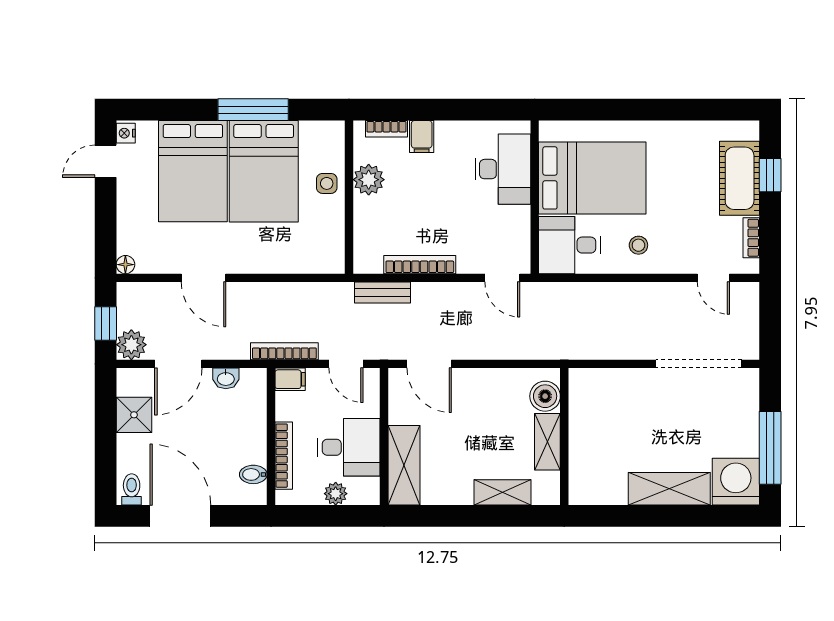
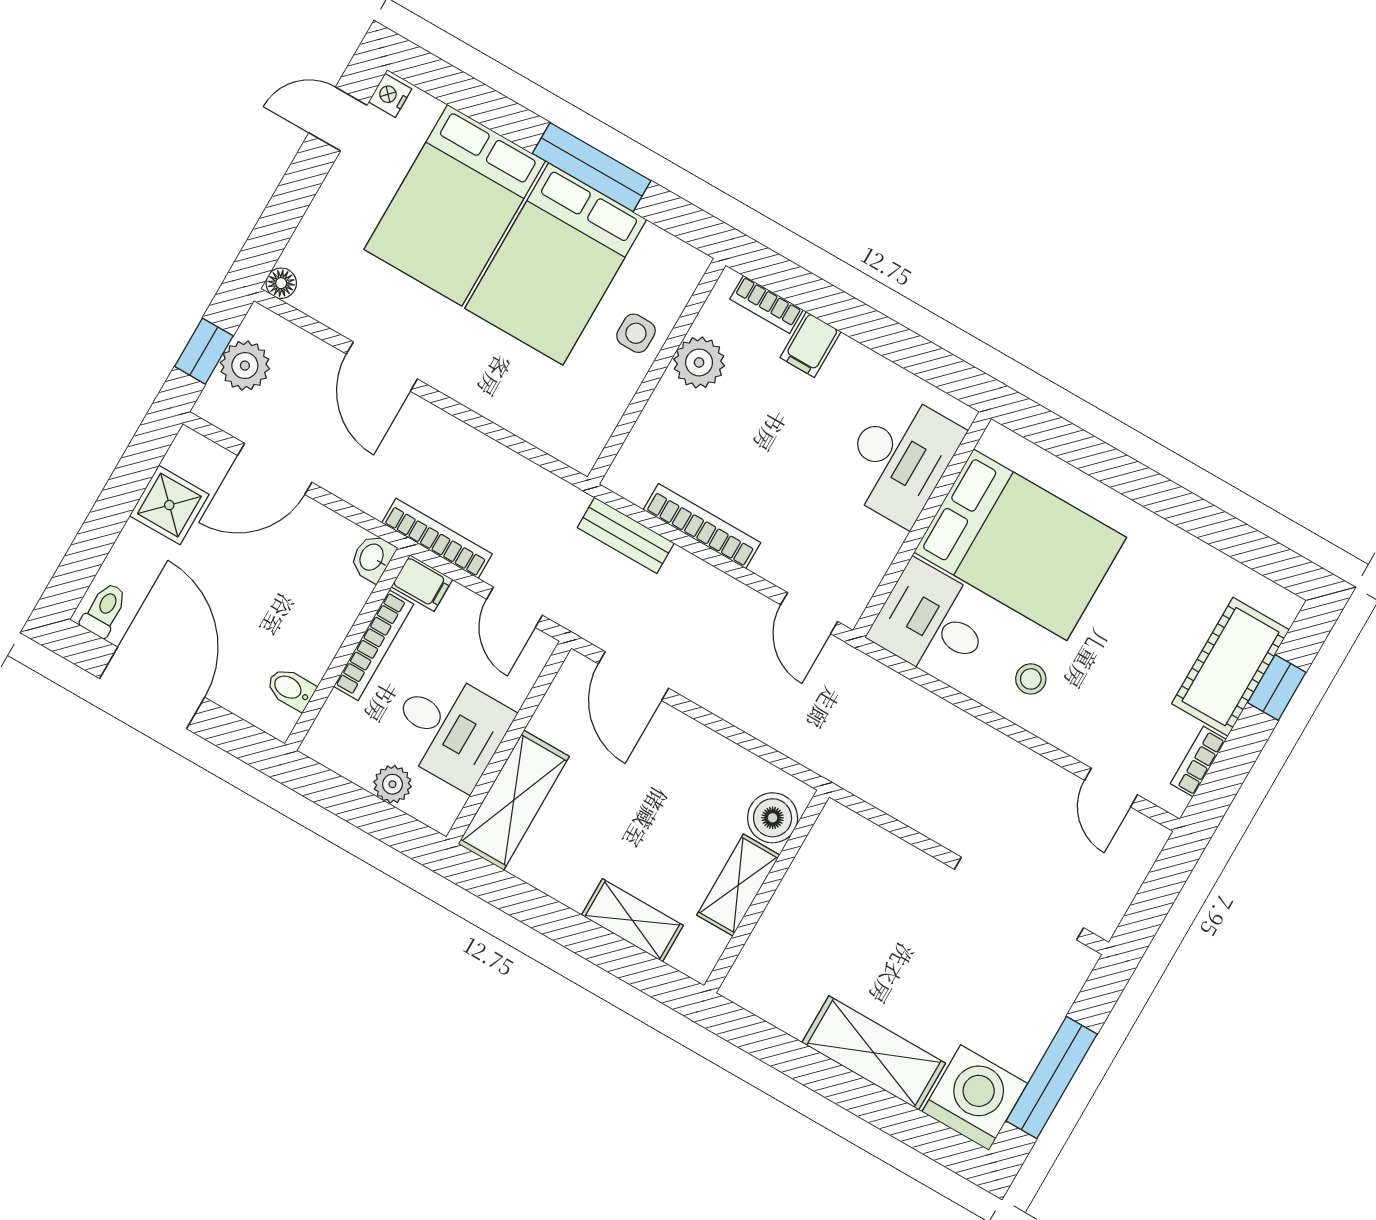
plant: (131, 345) -> (245, 366), moved
washbasin: (226, 378) -> (372, 558), moved, turned 90
bookcase: (284, 456) -> (374, 645), moved

